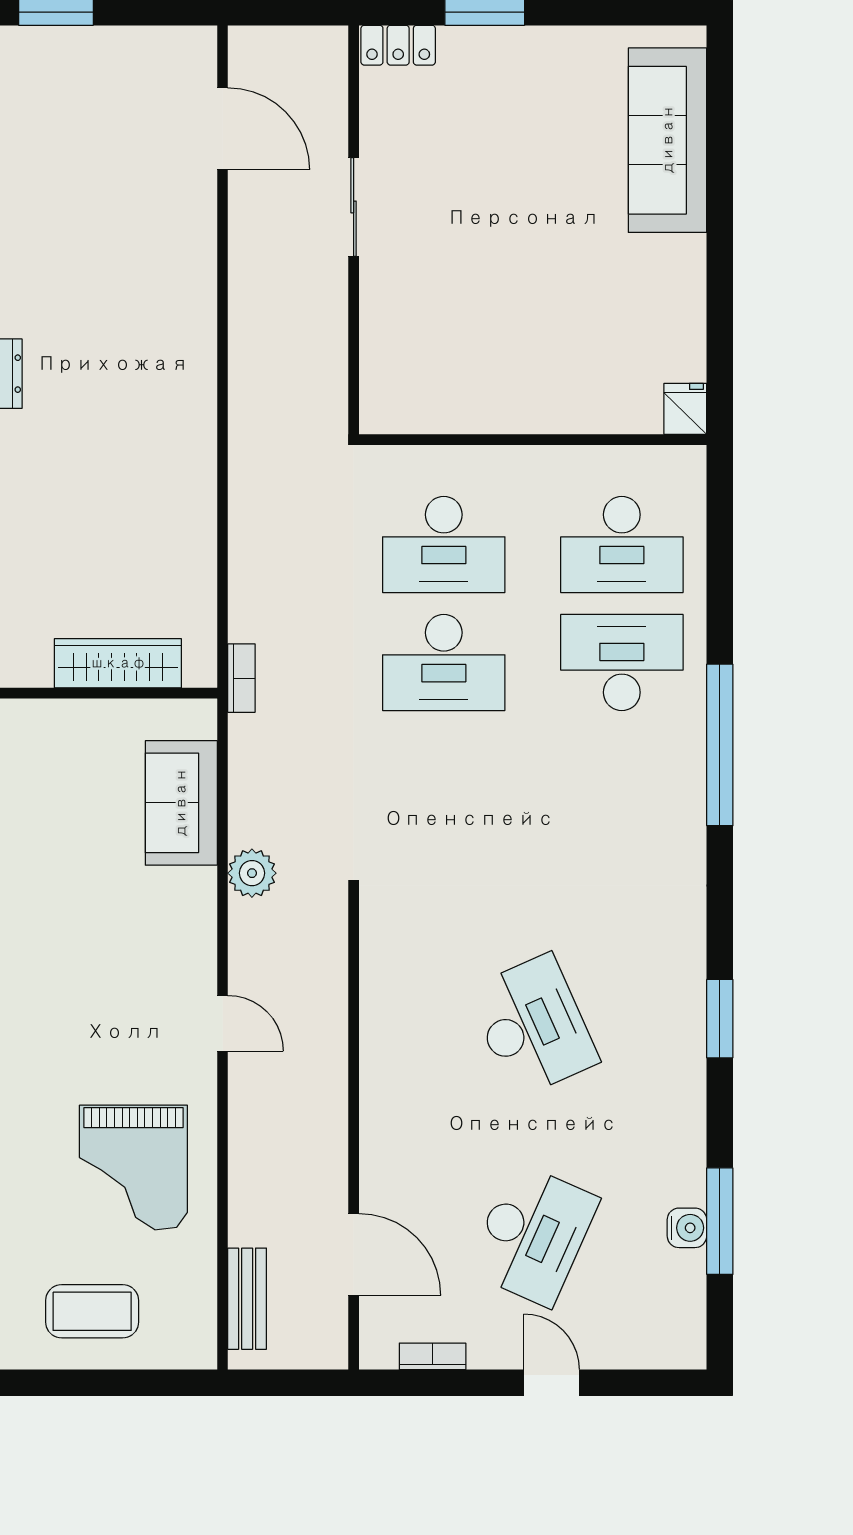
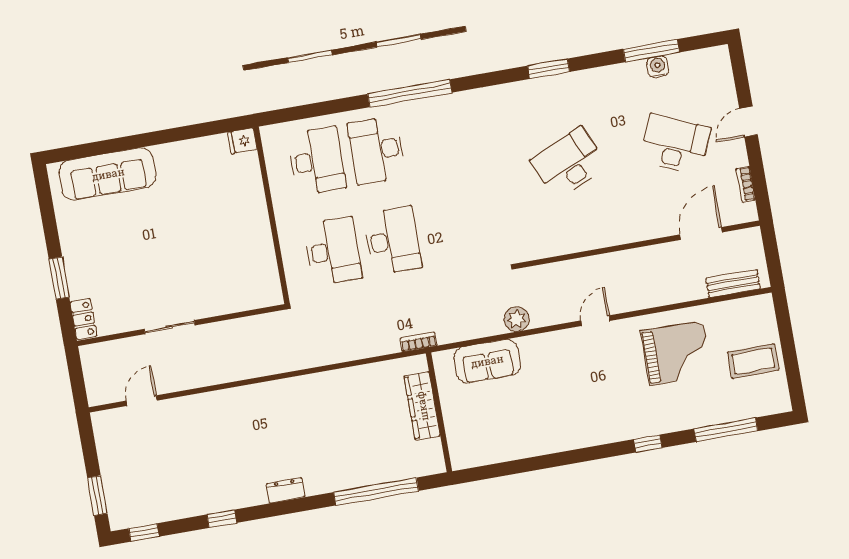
door: (222, 129) -> (142, 401), width x0.73
coffee table: (92, 1311) -> (753, 361), turned 90

